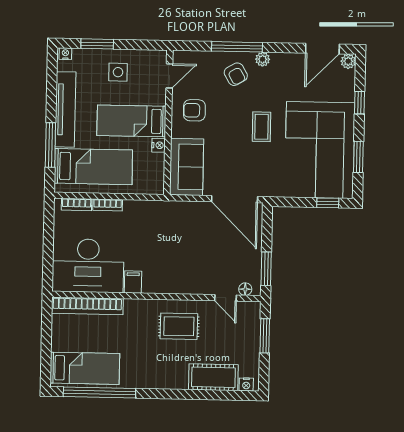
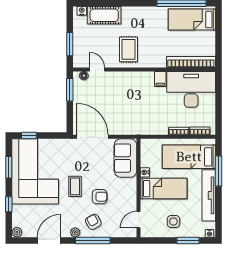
door: (322, 49) -> (49, 240), moved
armchair: (194, 110) -> (100, 197), moved
rug: (179, 326) -> (128, 49), turned 90

